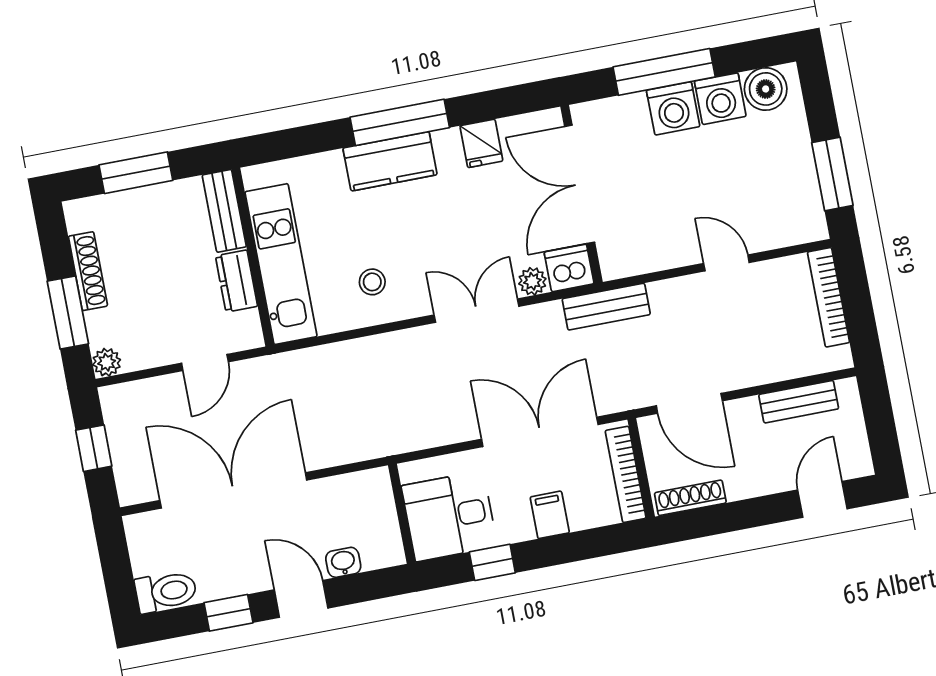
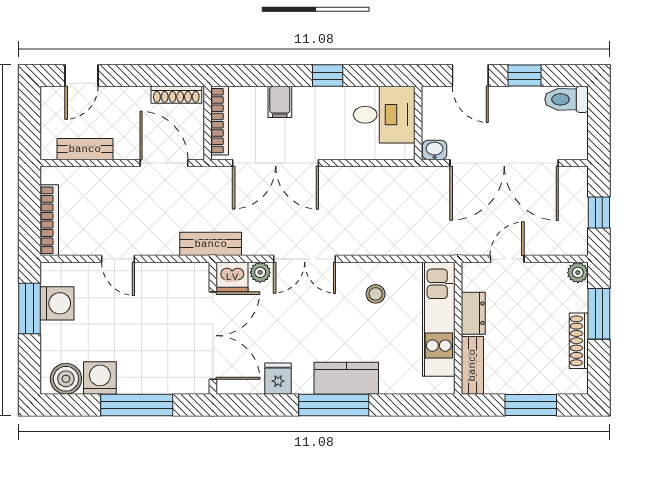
washing machine: (673, 108) -> (57, 303), moved, turned 90
wall: (402, 514) -> (418, 123), moved
desk: (449, 516) -> (384, 115), moved
washbasin: (343, 562) -> (435, 150), moved, turned 180

